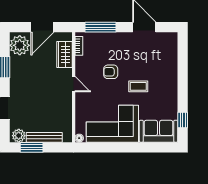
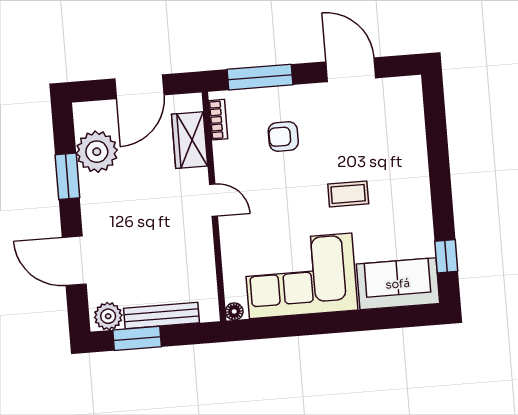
plant: (20, 45) -> (97, 152), moved
armchair: (111, 72) -> (283, 136), moved

